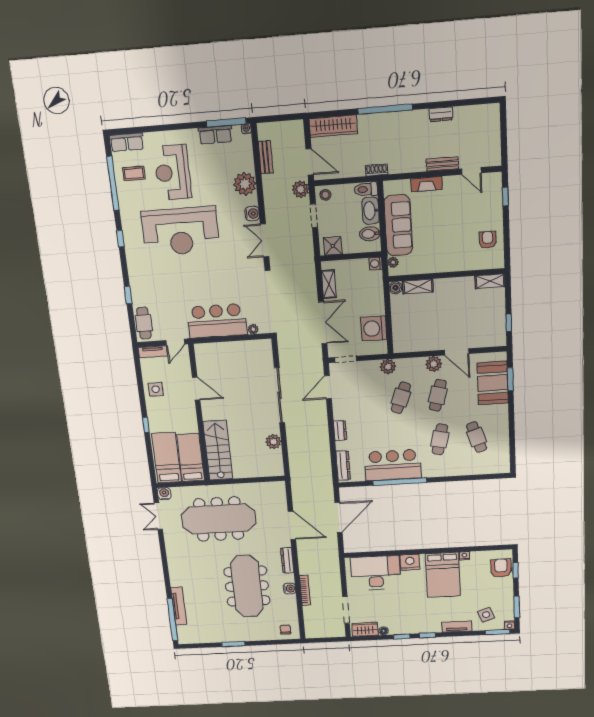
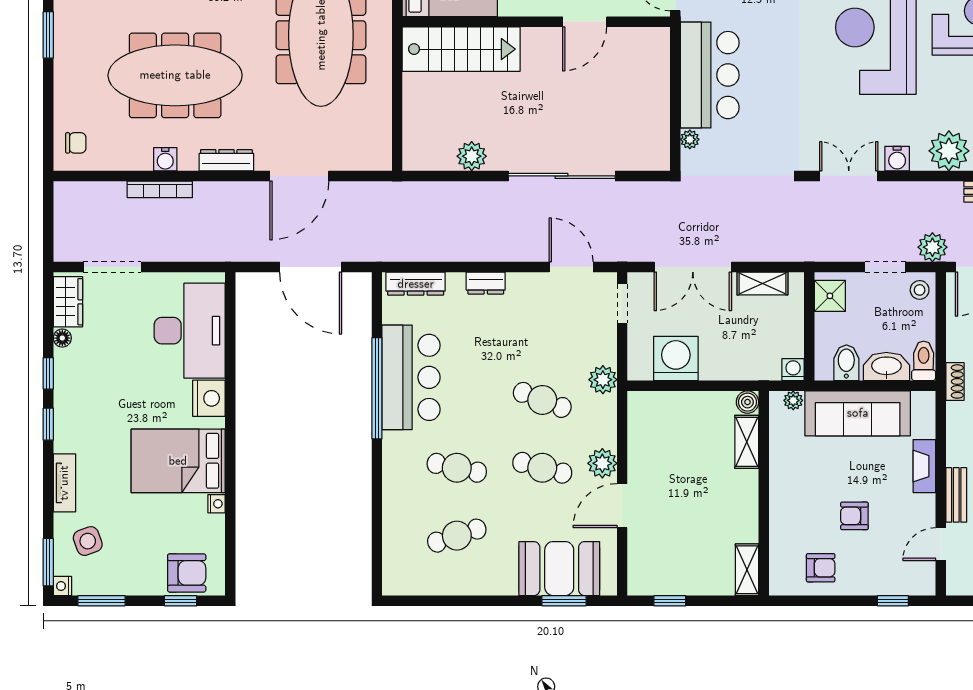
armchair: (457, 223) -> (854, 516), added

